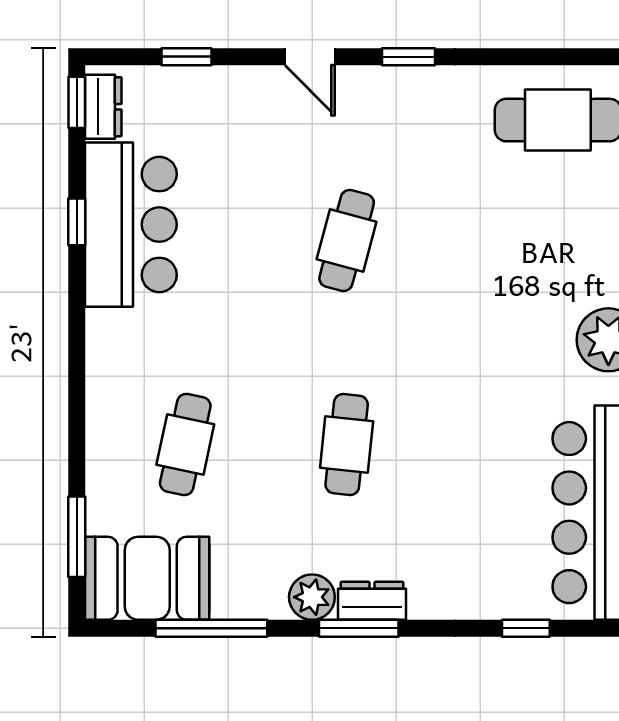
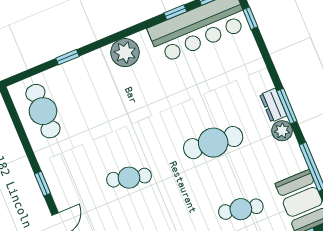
cafe table: (347, 445) -> (213, 143), width x1.37, depth x1.35
window: (526, 628) -> (250, 18), moved

